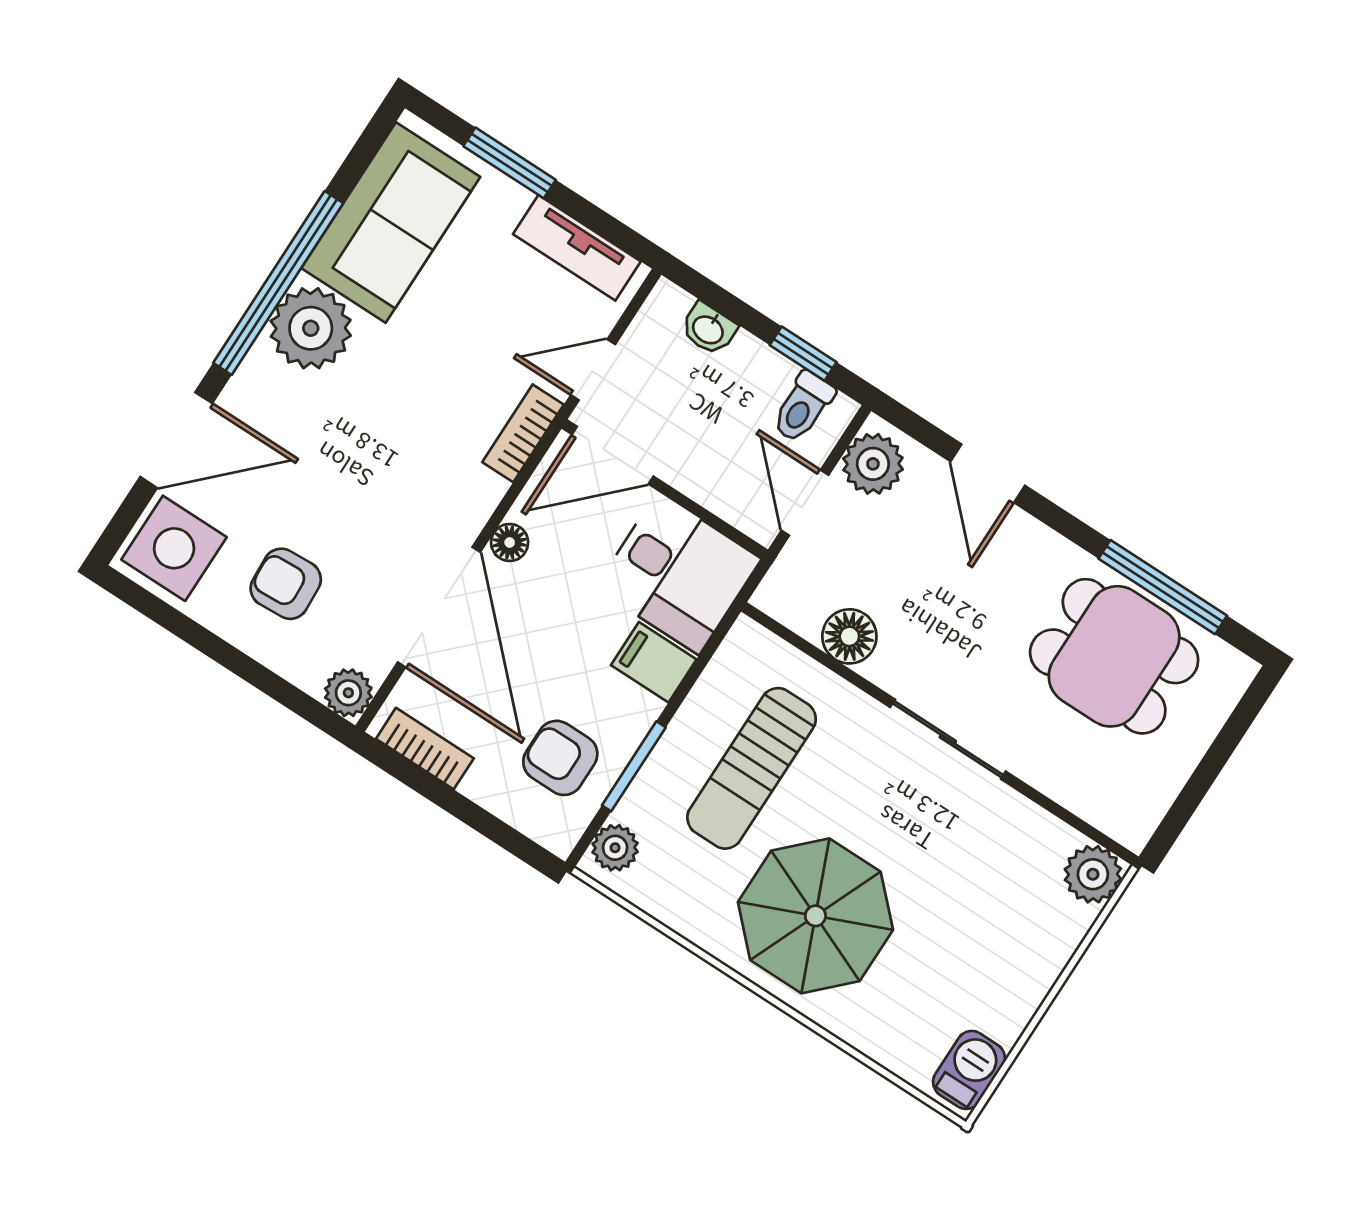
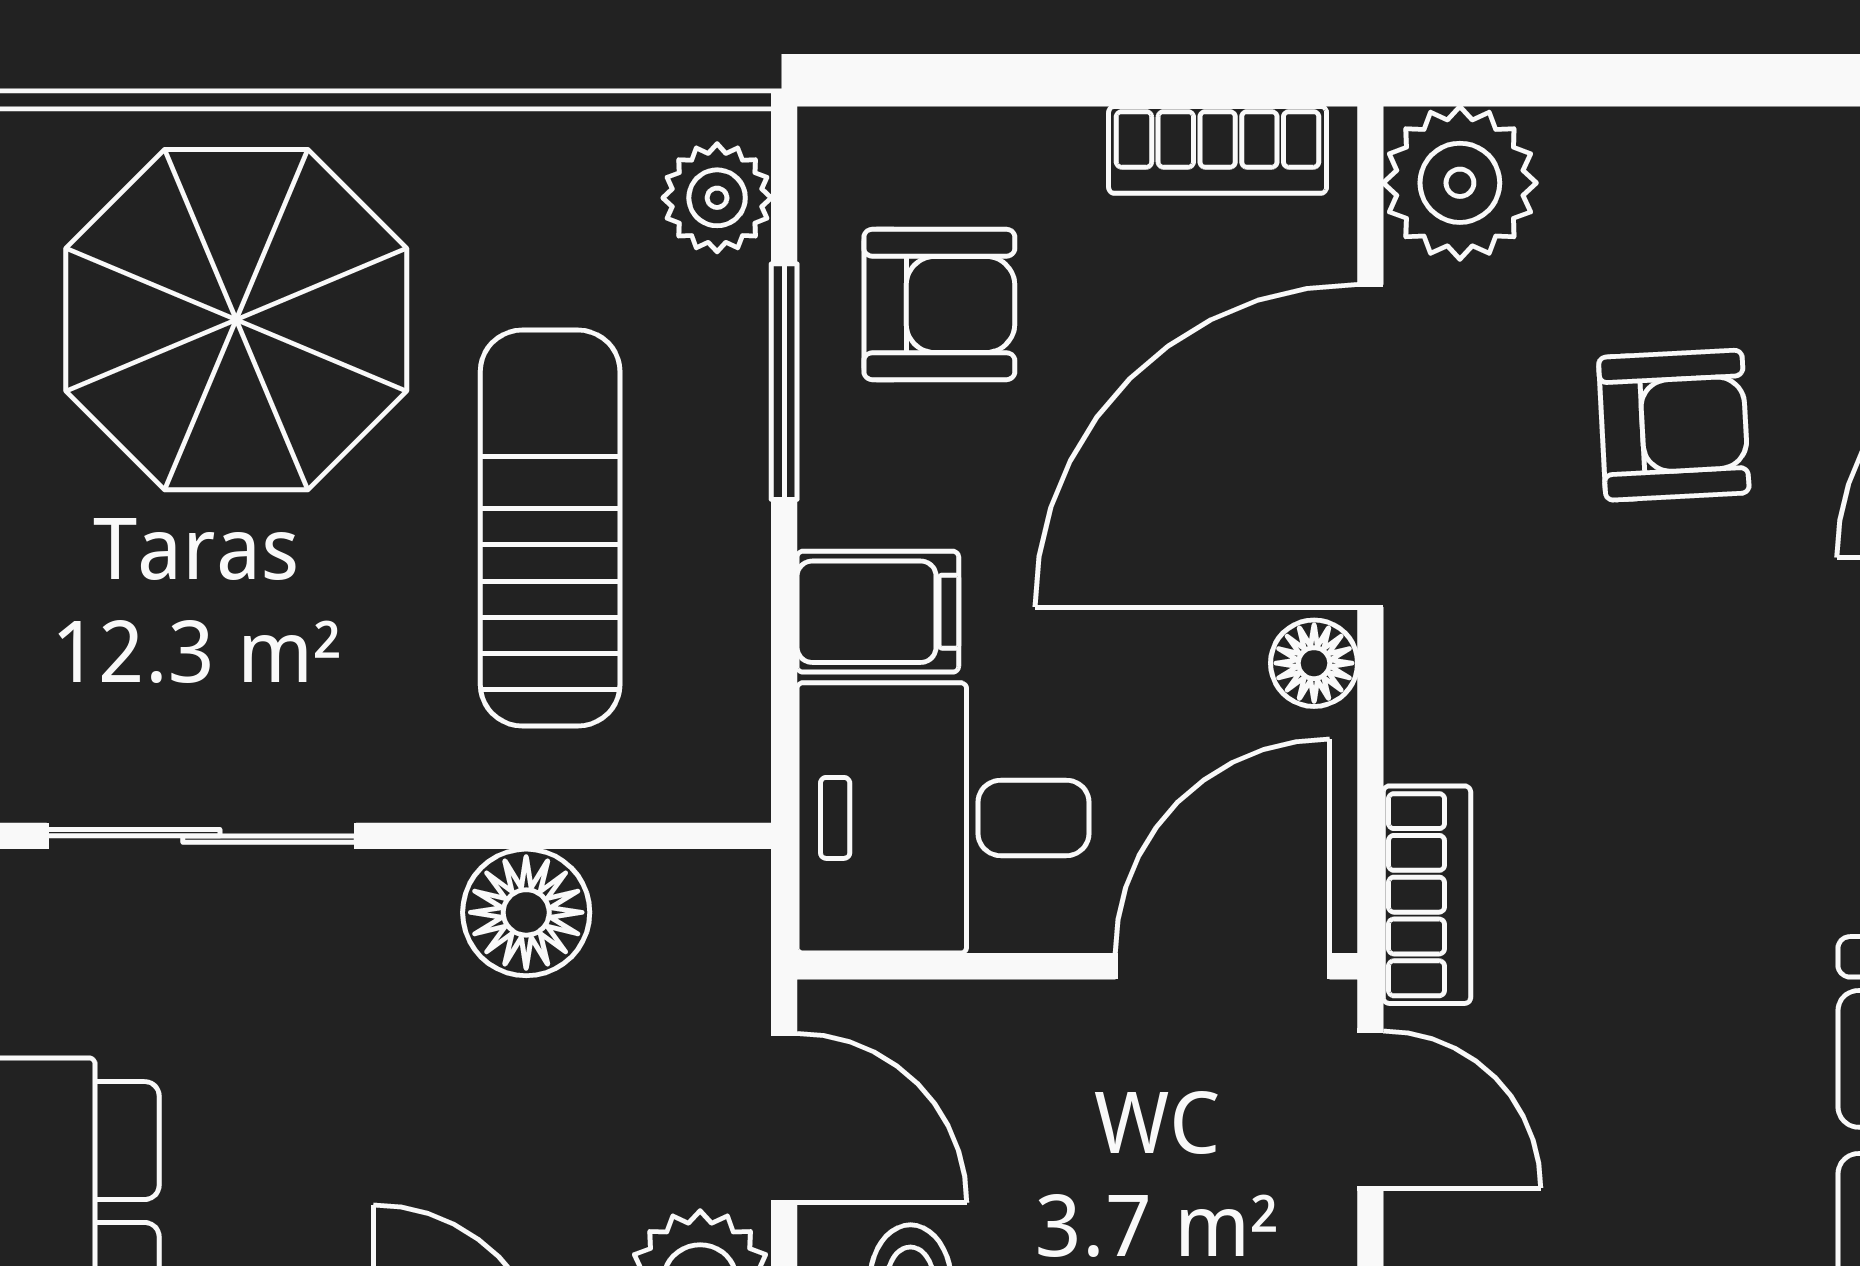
door: (593, 370) -> (1370, 1110), hinge flipped
armchair: (286, 584) -> (1674, 425), moved
door: (439, 607) -> (1370, 446), hinge flipped
plant: (348, 693) -> (1460, 183), width x1.38, depth x1.38

